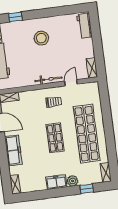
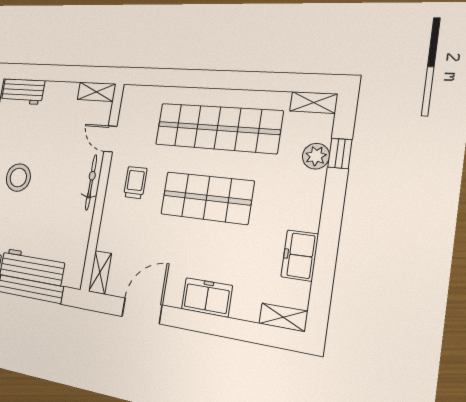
shop shelf: (55, 138) -> (207, 198), width x1.43, depth x1.36
freezer: (13, 150) -> (207, 297), width x0.71
plant: (73, 181) -> (316, 156), moved
freezer: (56, 182) -> (300, 255), moved

